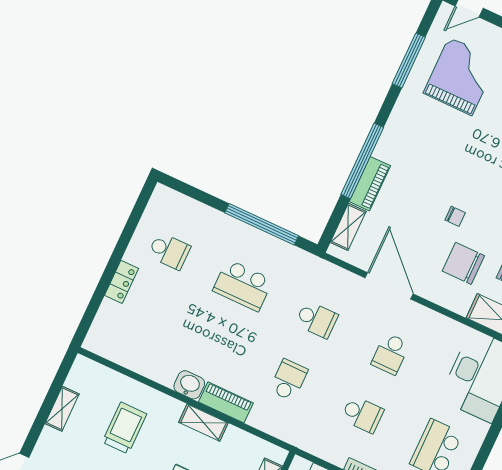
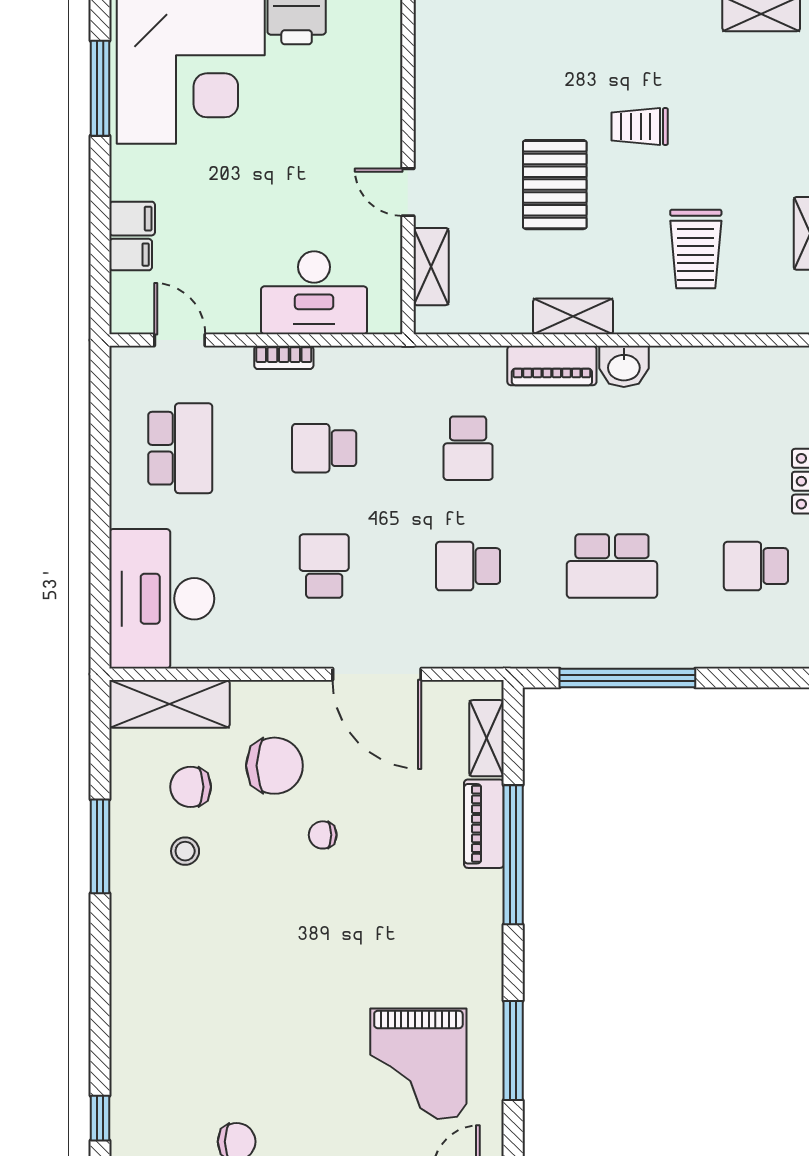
school desk: (243, 285) -> (612, 566), turned 180

